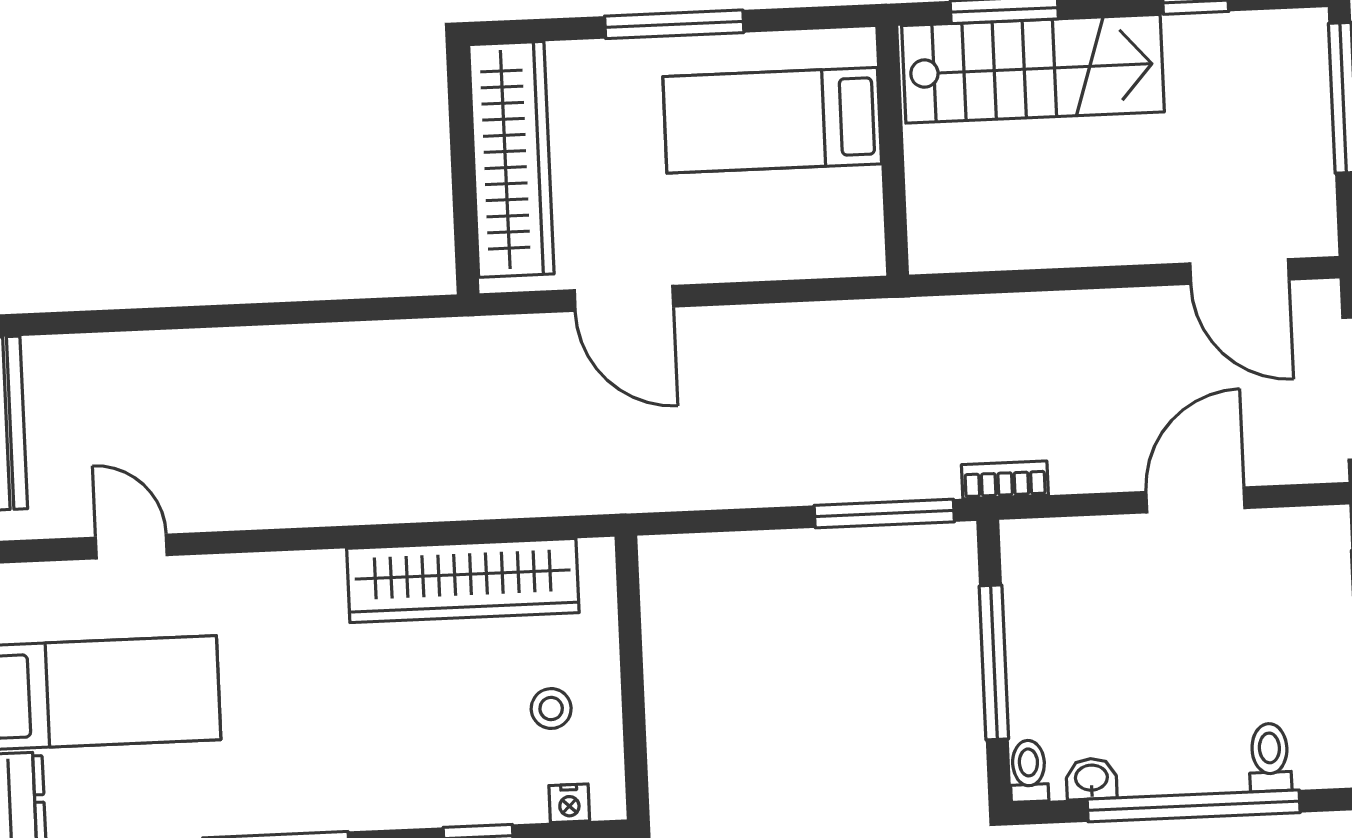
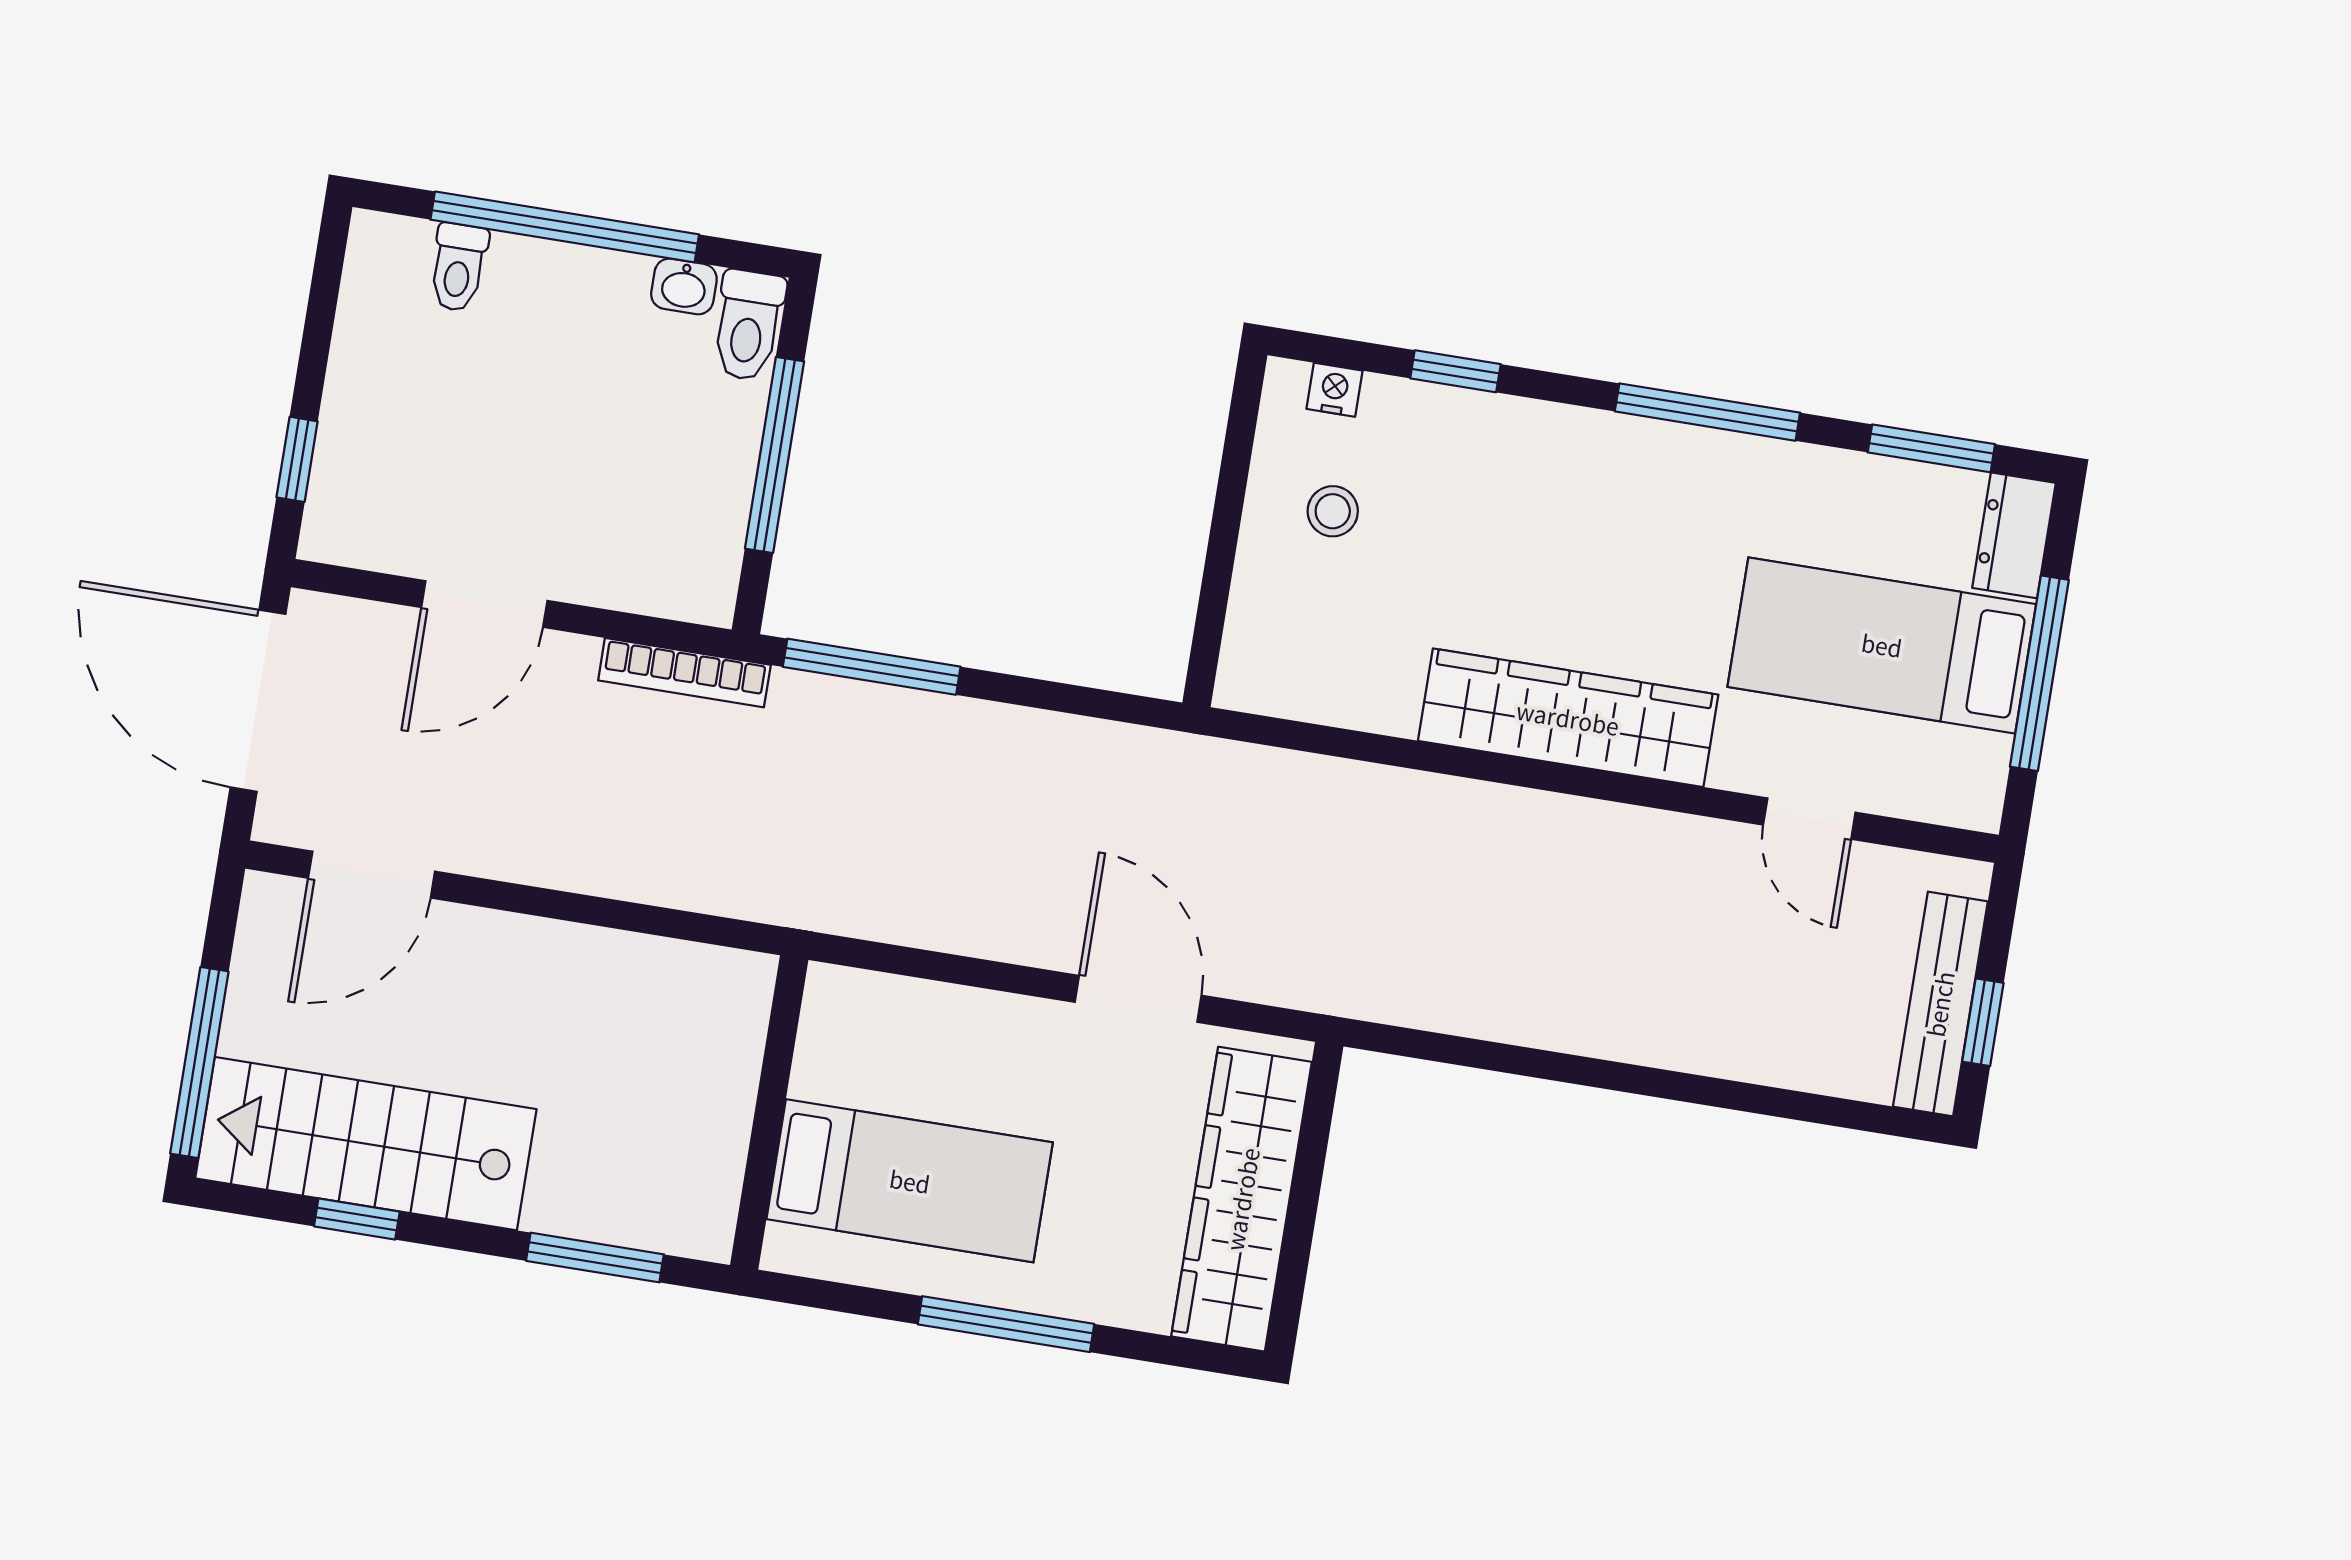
stairs: (1033, 69) -> (366, 1144), moved
door: (1240, 271) -> (372, 875), swing flipped
bookcase: (1005, 480) -> (684, 673), width x1.56
wardrobe: (463, 580) -> (1568, 718), moved
toilet: (1029, 771) -> (748, 325), width x1.37, depth x1.39

